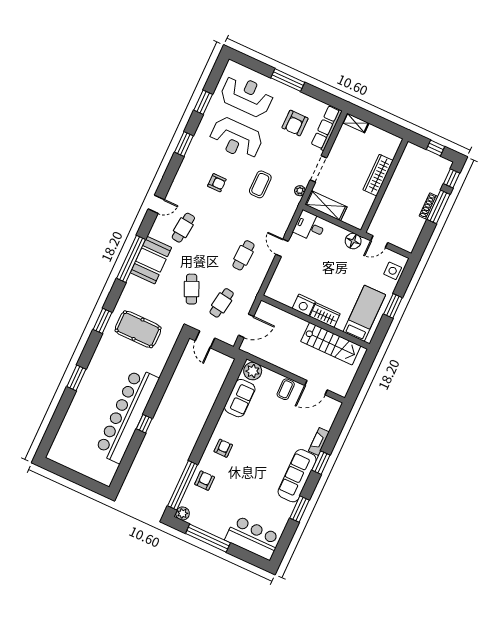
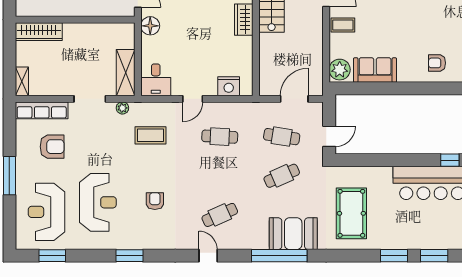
window: (203, 102) -> (52, 256), moved
wardrobe: (378, 175) -> (39, 32), moved
coffee table: (260, 184) -> (151, 135), moved
cafe table: (183, 228) -> (220, 215), turned -30
booth: (151, 260) -> (293, 234), moved
nightstand: (304, 305) -> (229, 86), moved, turned 90
window: (103, 321) -> (394, 256), moved
door: (246, 326) -> (294, 99), hinge flipped

